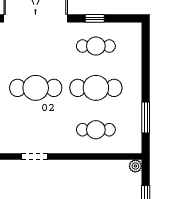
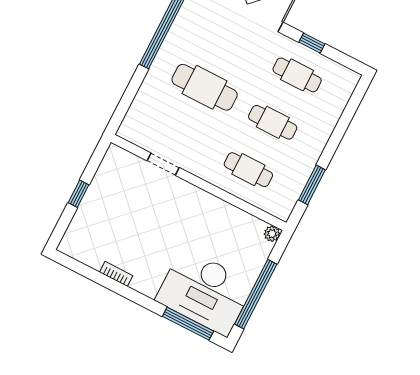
cafe table: (96, 88) -> (273, 122), width x0.73, depth x0.74

